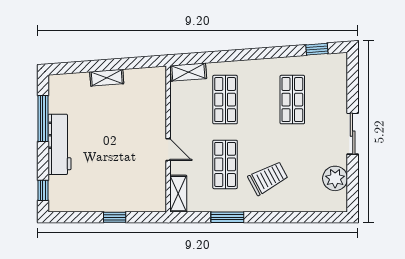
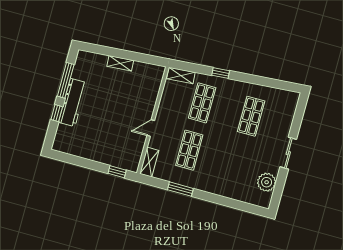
window: (317, 49) -> (221, 73), moved
door: (168, 150) -> (151, 128), swing flipped
trolley: (268, 178) -> (218, 169), removed
window: (43, 190) -> (57, 113), moved
window: (115, 217) -> (117, 172), moved

